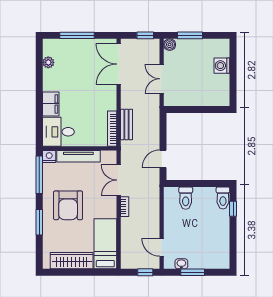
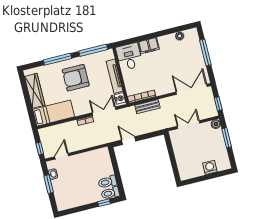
nightstand: (49, 157) -> (120, 98), moved
toilet: (186, 198) -> (107, 182), moved
window: (39, 222) -> (57, 59), width x1.44

